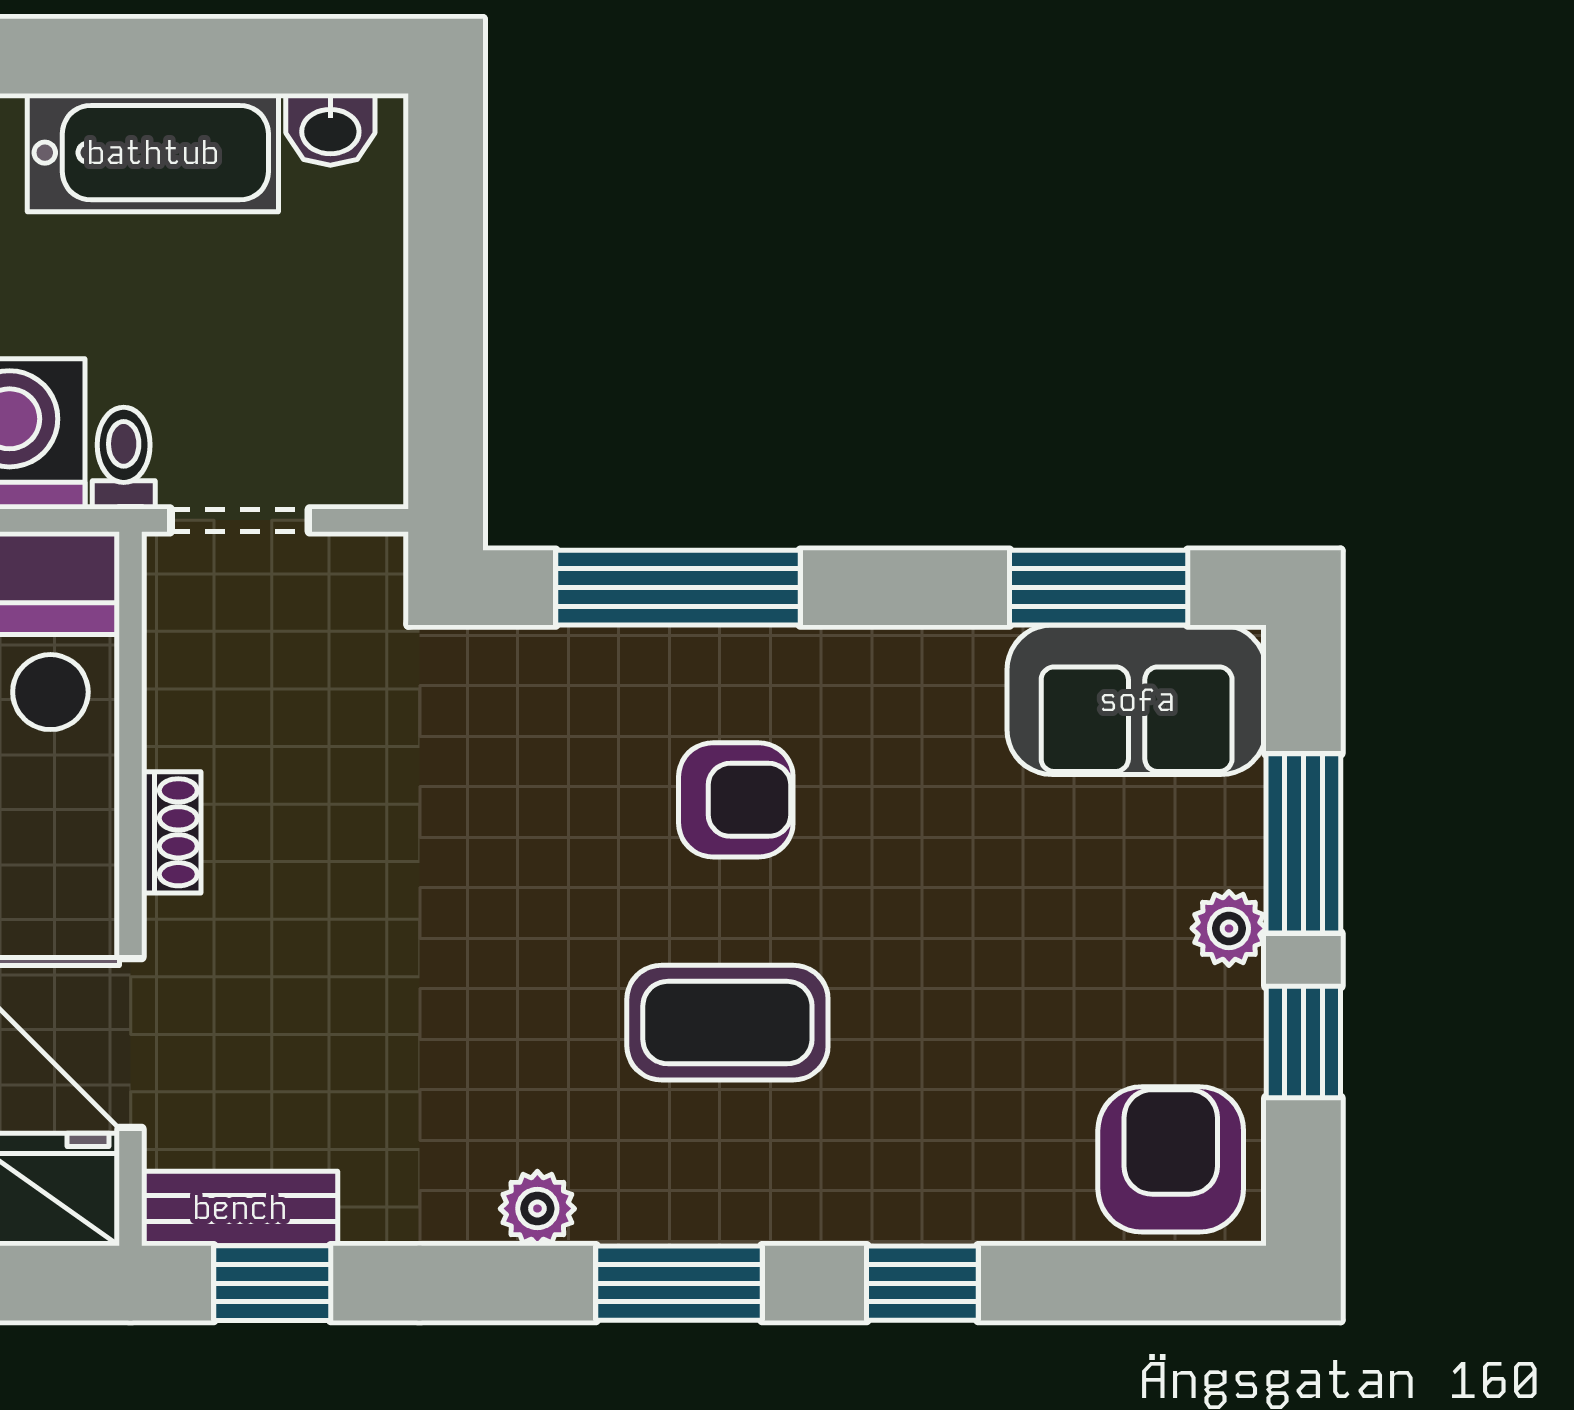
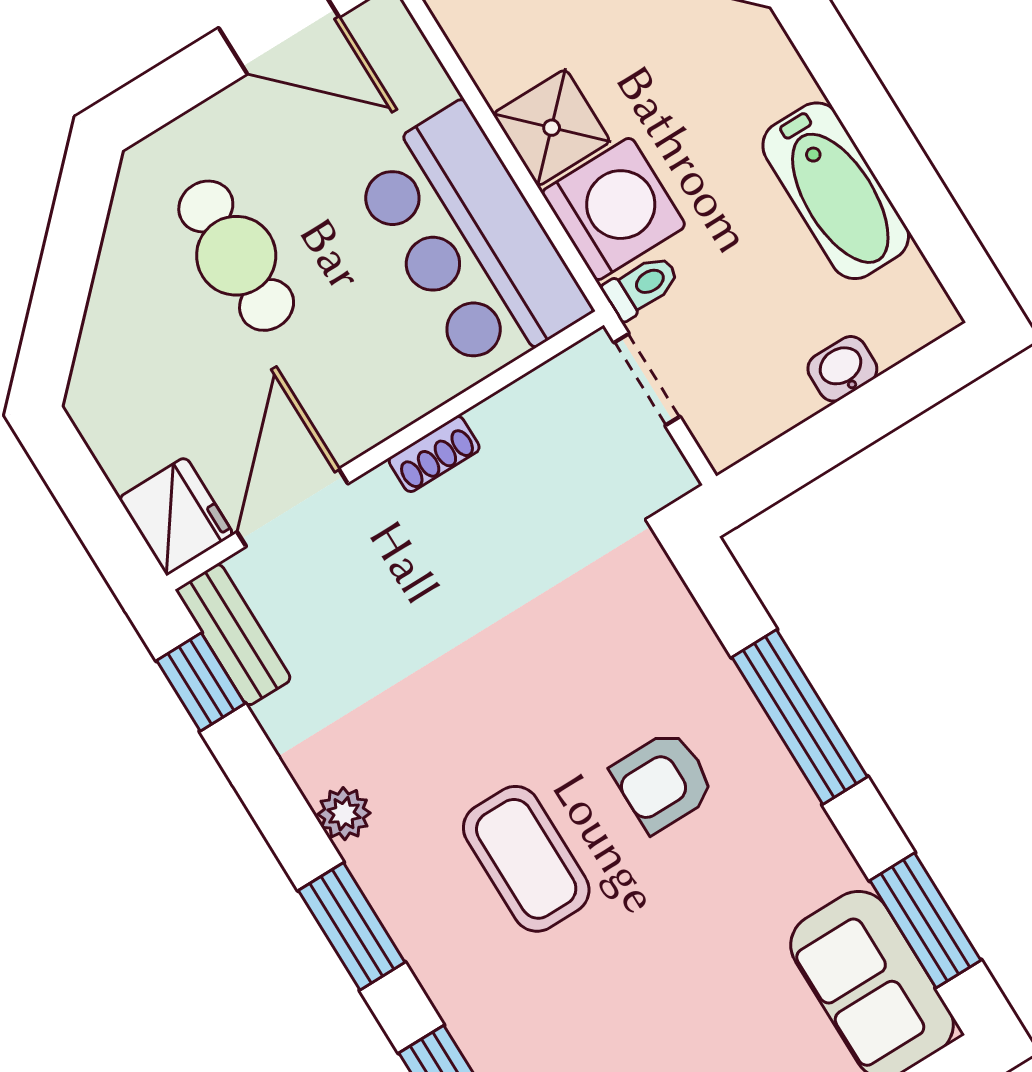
washbasin: (330, 129) -> (842, 369), moved, turned 90
window: (678, 588) -> (800, 717), moved
armchair: (736, 800) -> (663, 781), turned 90

